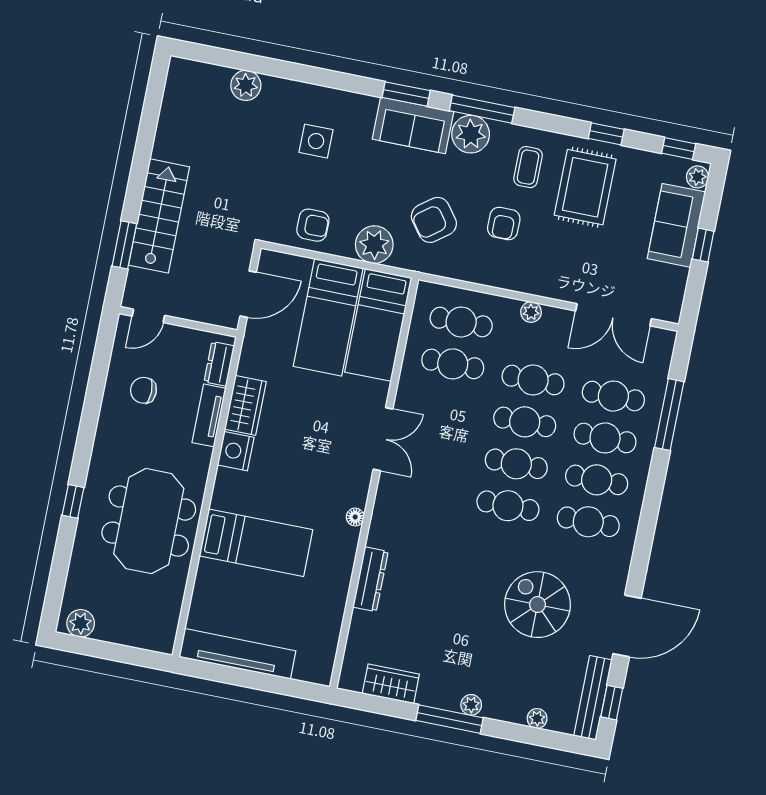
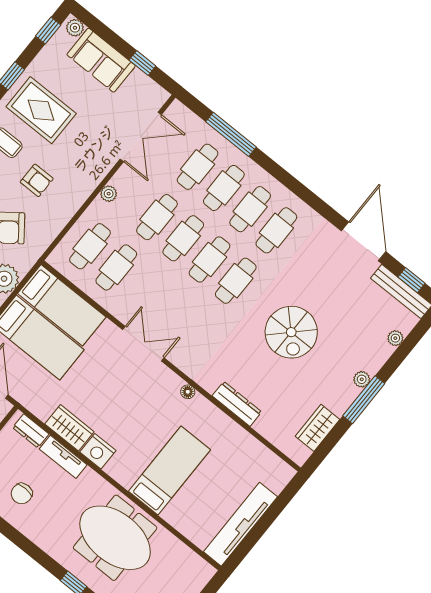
window: (703, 245) -> (142, 63), moved
spiral stairs: (538, 605) -> (291, 332), moved, turned -90

